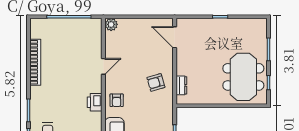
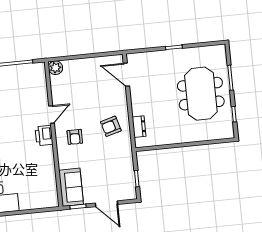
meeting table: (243, 77) -> (201, 94), moved
armchair: (117, 100) -> (75, 137), moved
printer: (95, 102) -> (44, 136), moved

